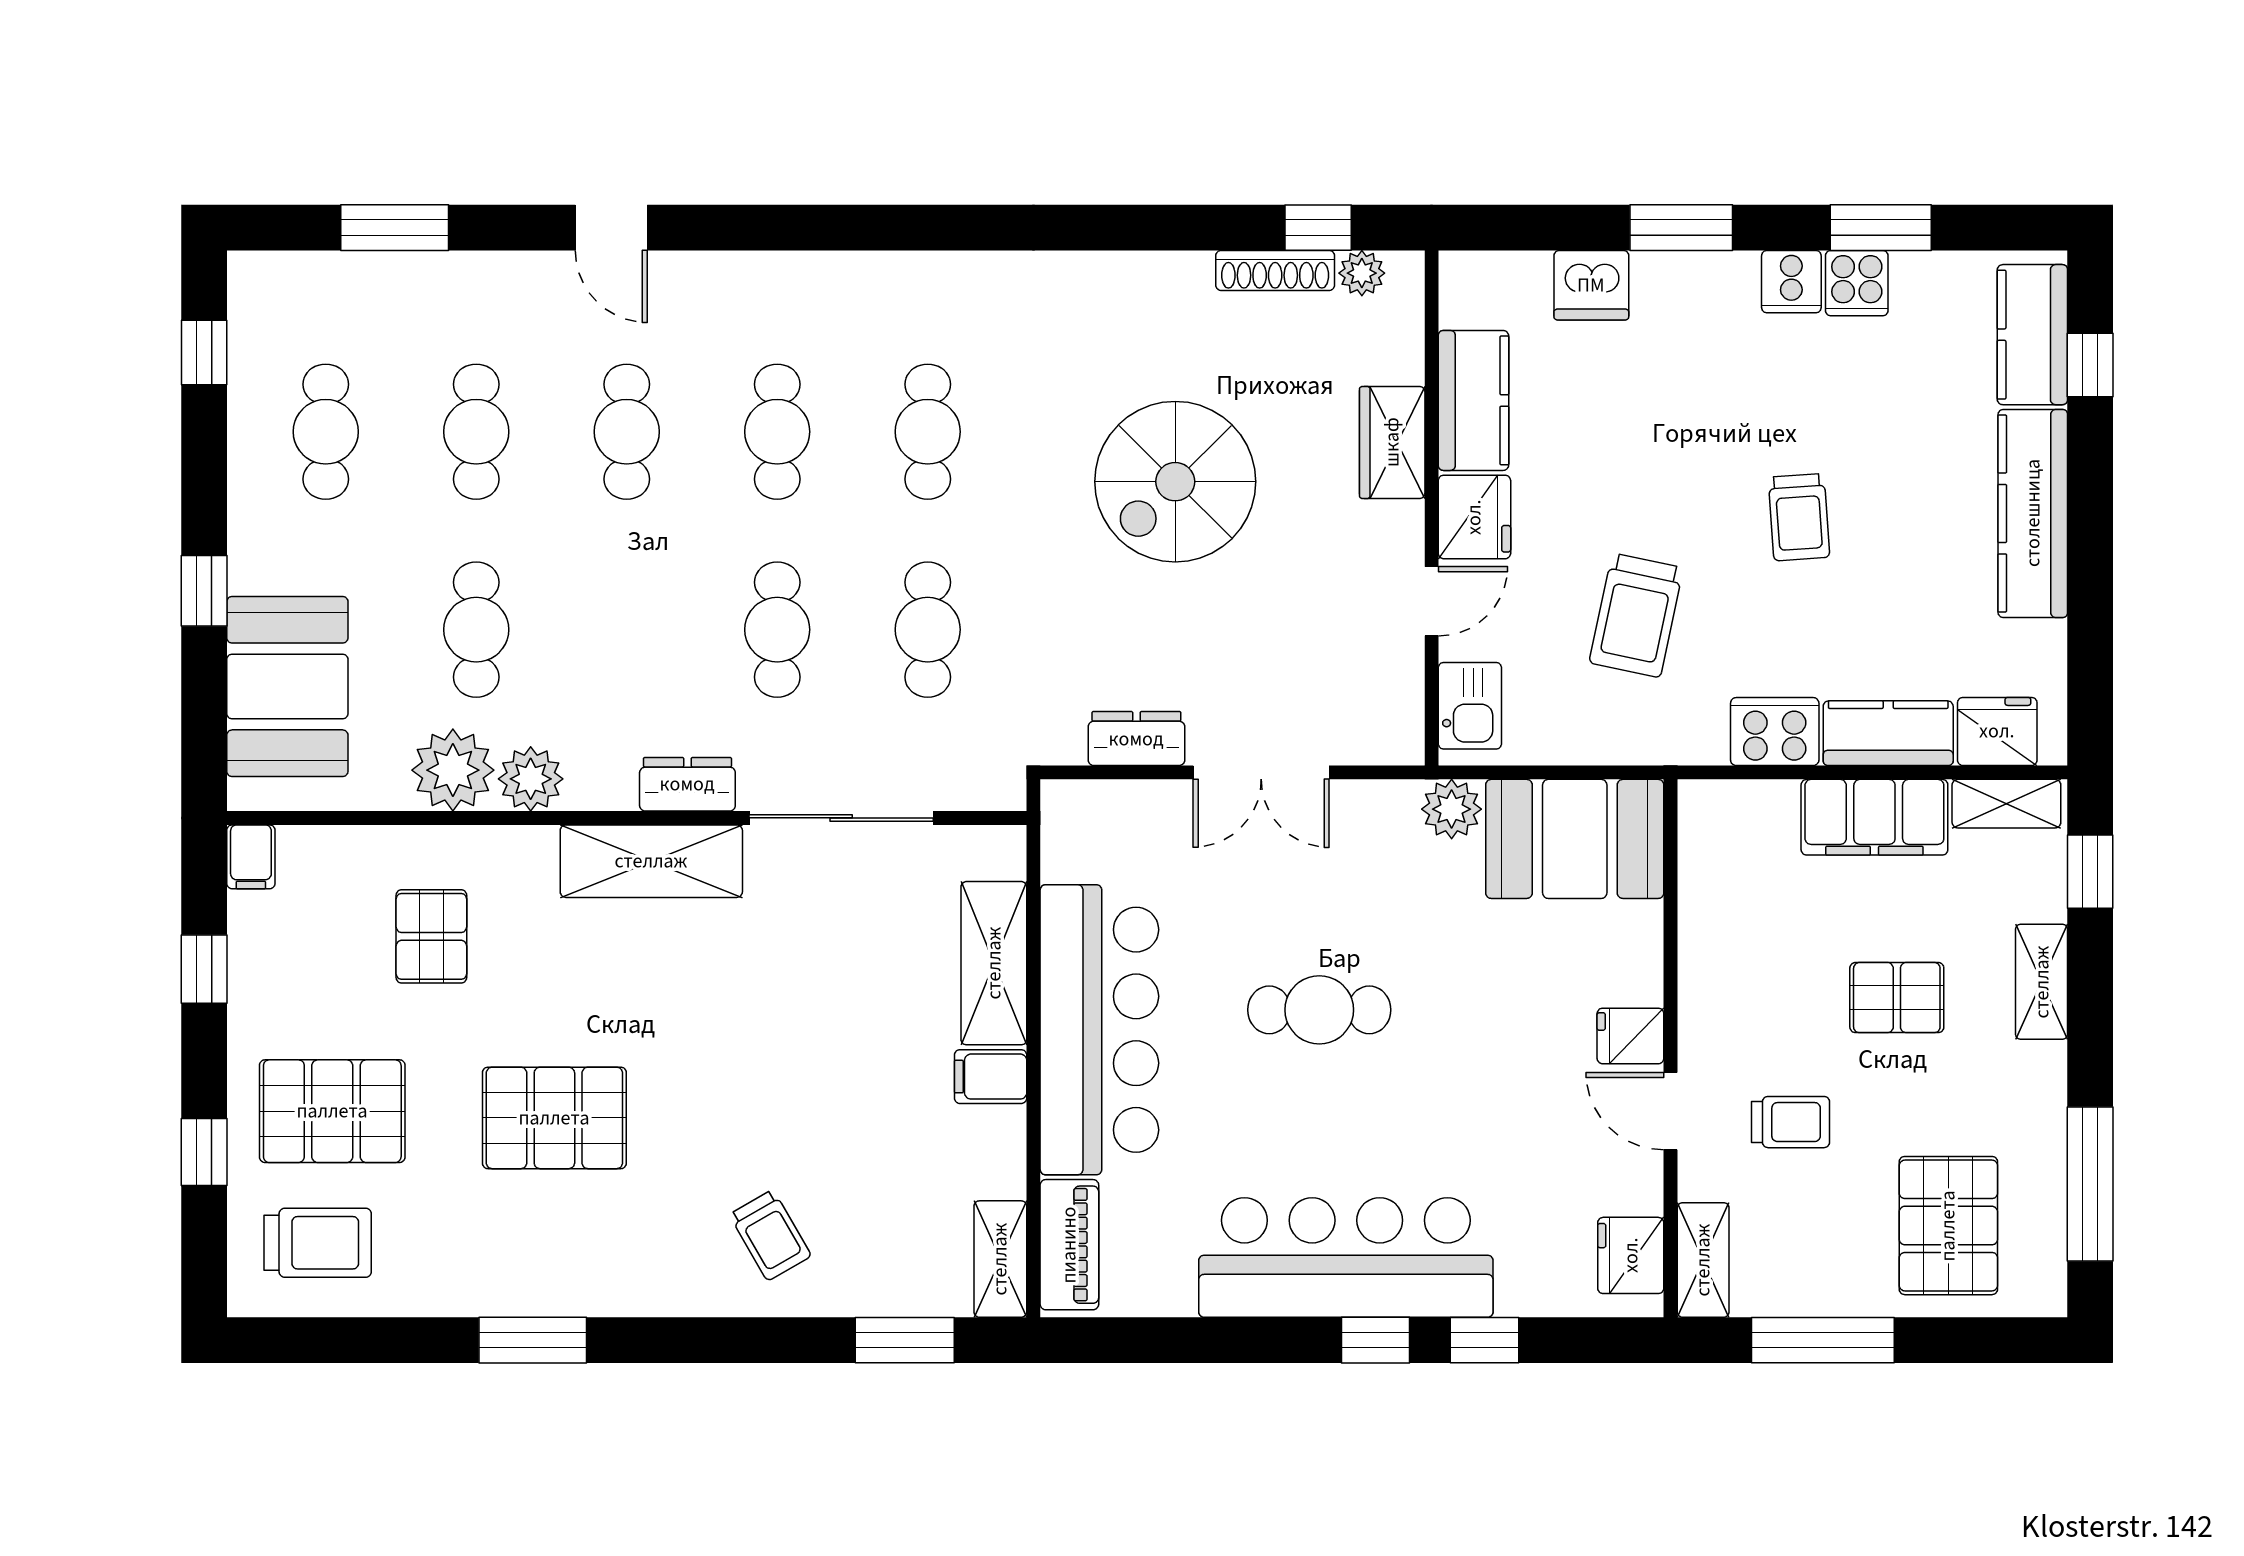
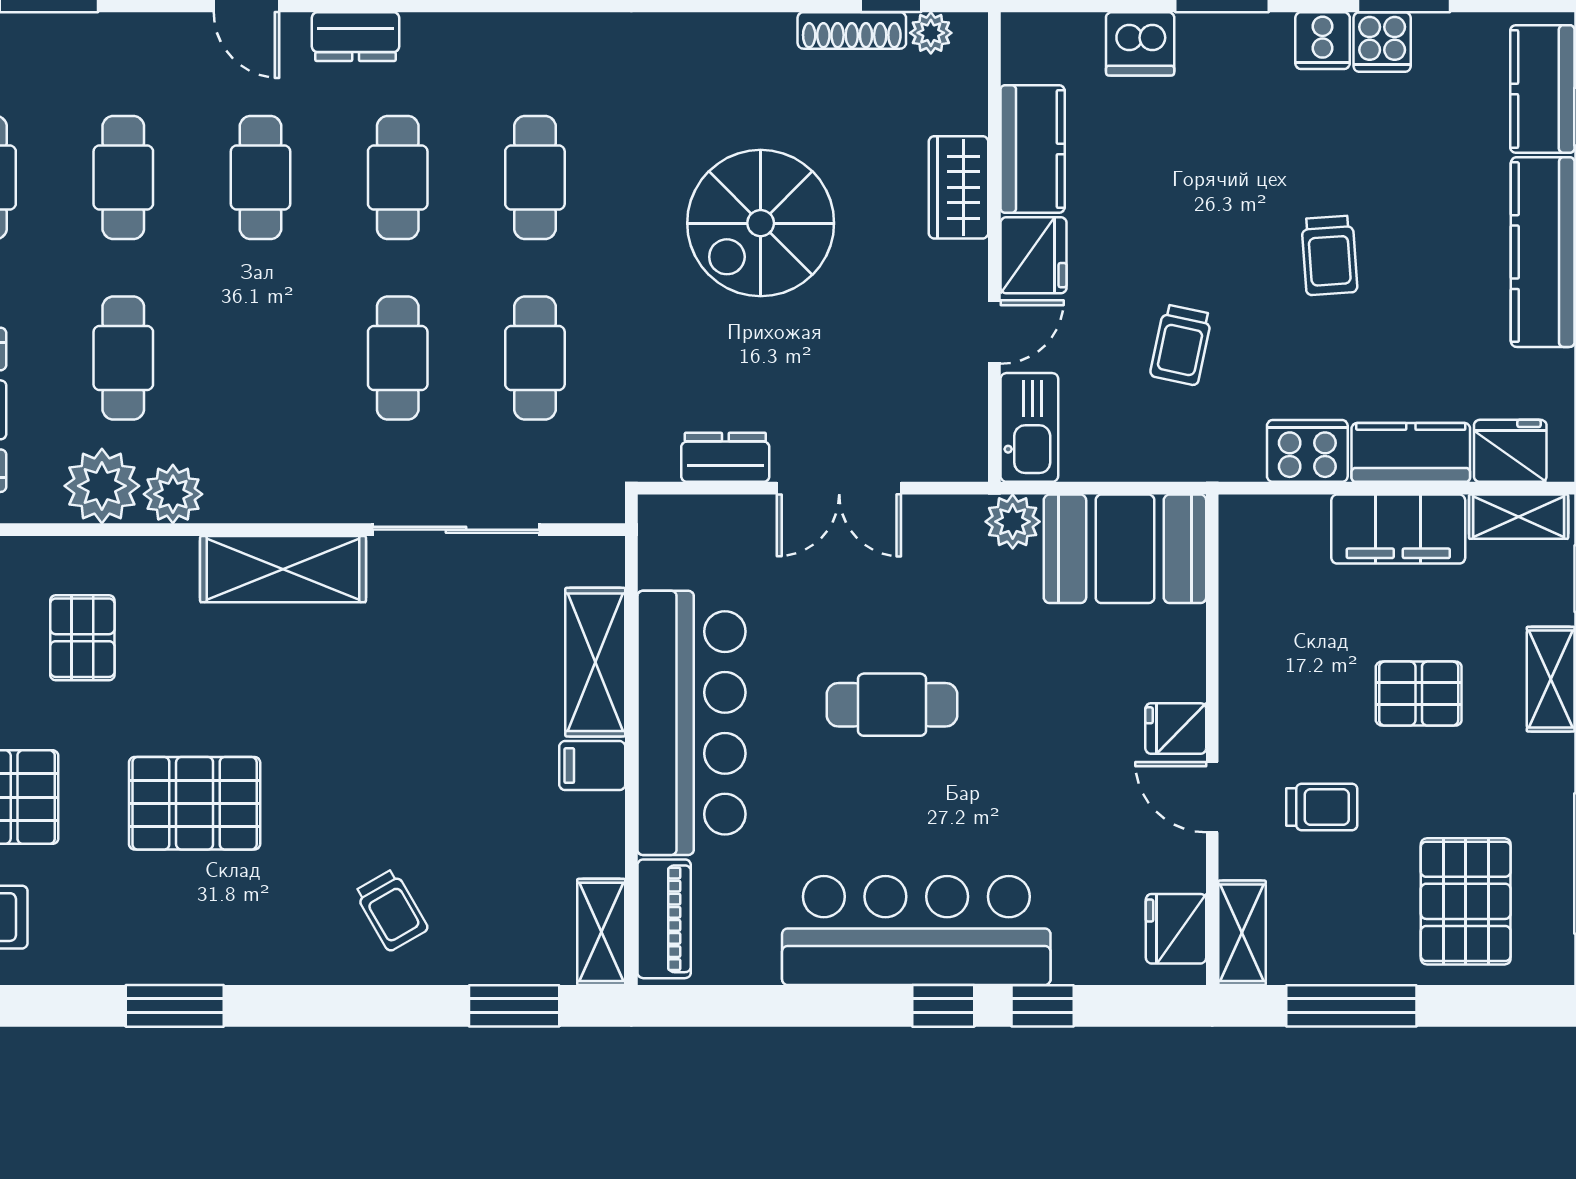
trolley: (1636, 615) -> (1181, 345), width x0.73, depth x0.72
kitchen sink: (1470, 706) -> (1029, 427), width x1.38
dresser: (687, 784) -> (356, 37), moved, turned 180

